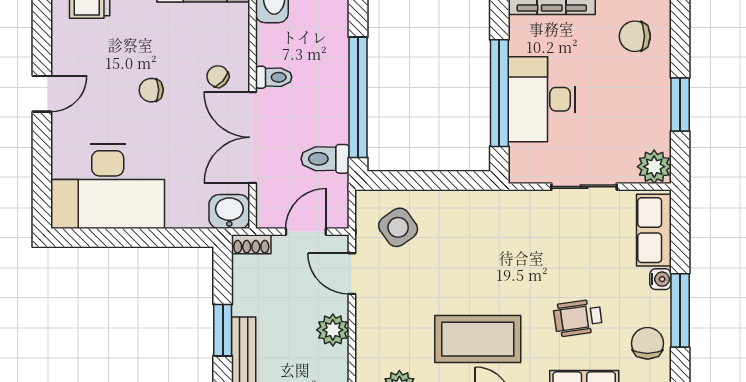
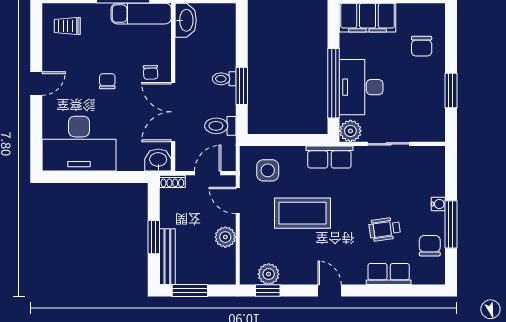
chair: (635, 36) -> (422, 46), turned -90
chair: (218, 76) -> (151, 72), turned -136
toilet: (274, 77) -> (224, 79), moved, turned 180
chair: (151, 90) -> (107, 81), turned 90
window: (358, 97) -> (242, 86), width x0.47
plant: (654, 167) -> (350, 131), moved
side table: (398, 227) -> (268, 170), turned 35
row of seats: (654, 230) -> (329, 157), moved, turned -90
coffee table: (478, 339) -> (303, 213), moved

